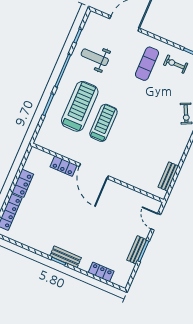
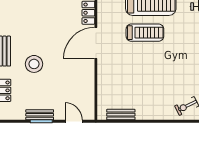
door: (156, 222) -> (74, 121), hinge flipped
stool: (89, 235) -> (34, 64), added

